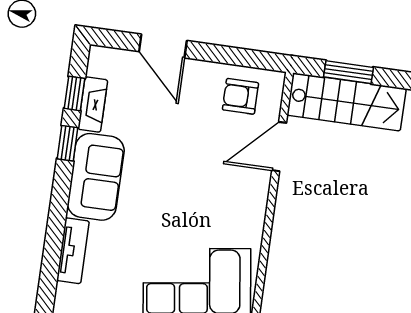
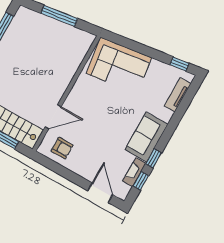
door: (163, 46) -> (100, 193), moved
tv unit: (73, 251) -> (178, 95), moved

